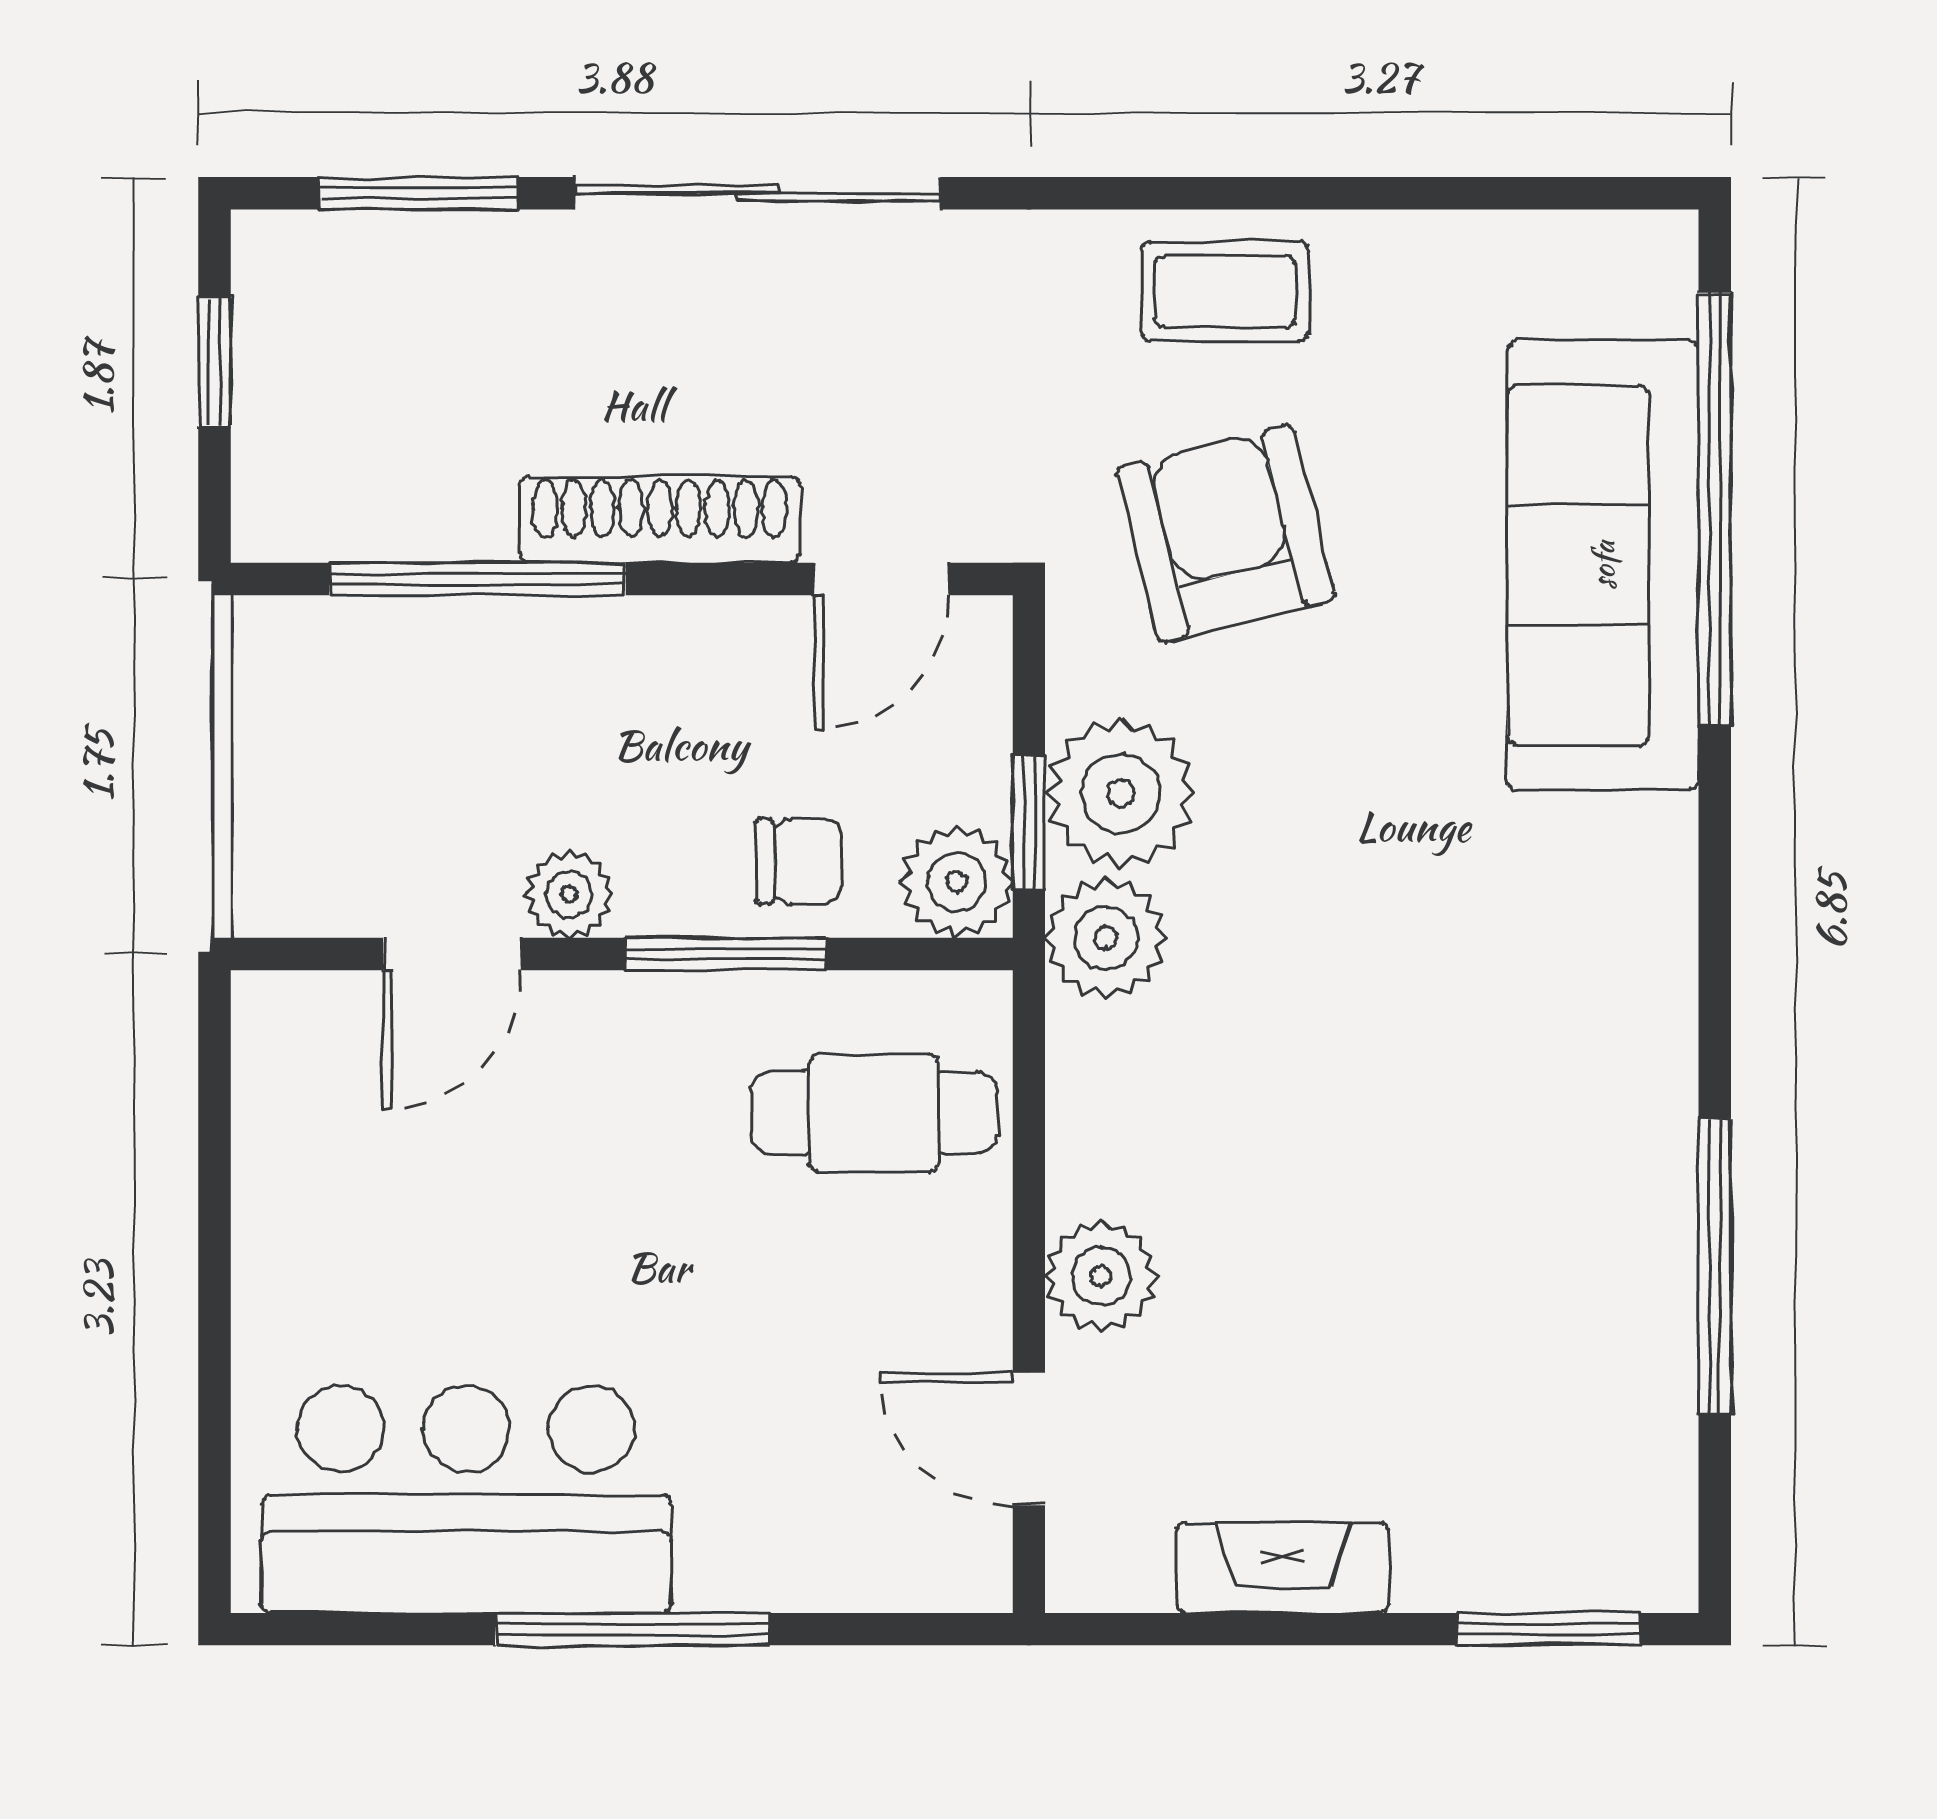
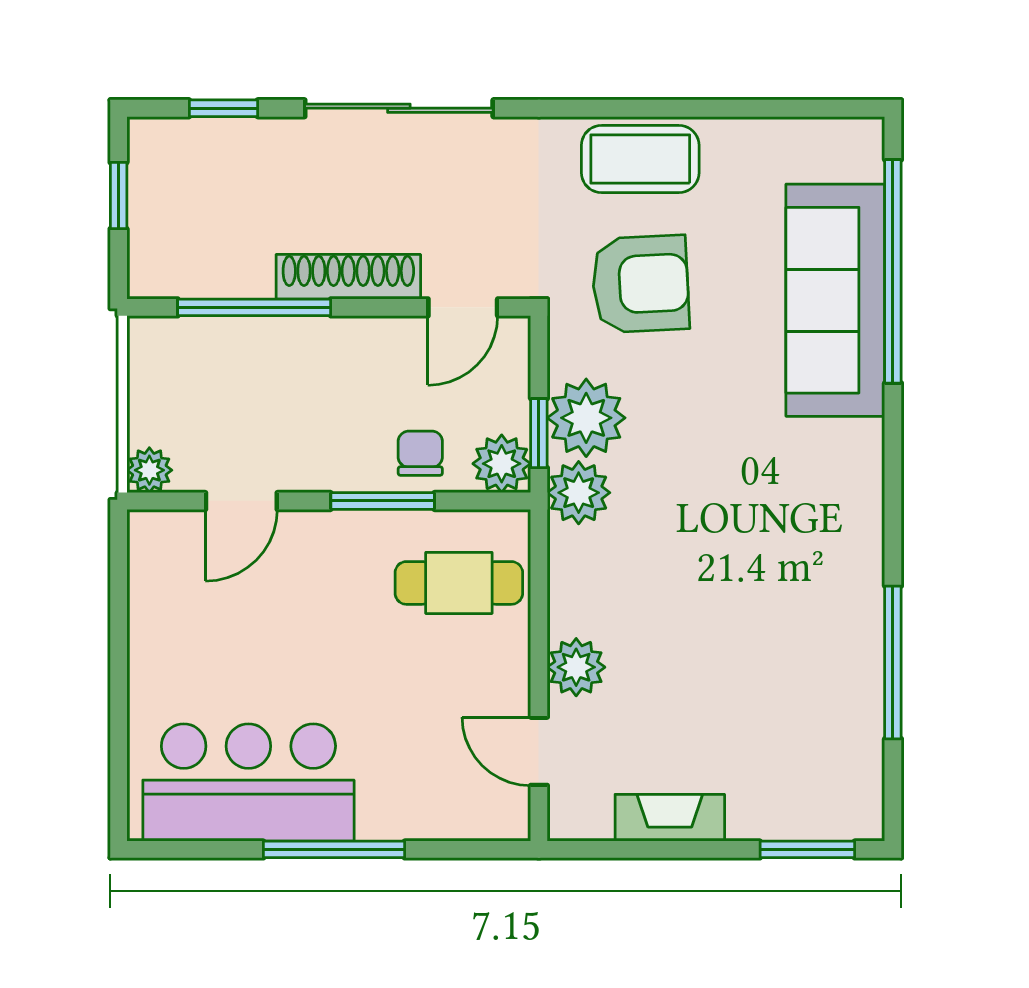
window: (418, 193) -> (223, 108), width x0.67
coffee table: (1225, 292) -> (640, 159), width x1.36, depth x1.30
armchair: (1226, 534) -> (640, 284), turned 101
chair: (799, 862) -> (420, 453), turned -90
plant: (569, 894) -> (149, 470), moved

